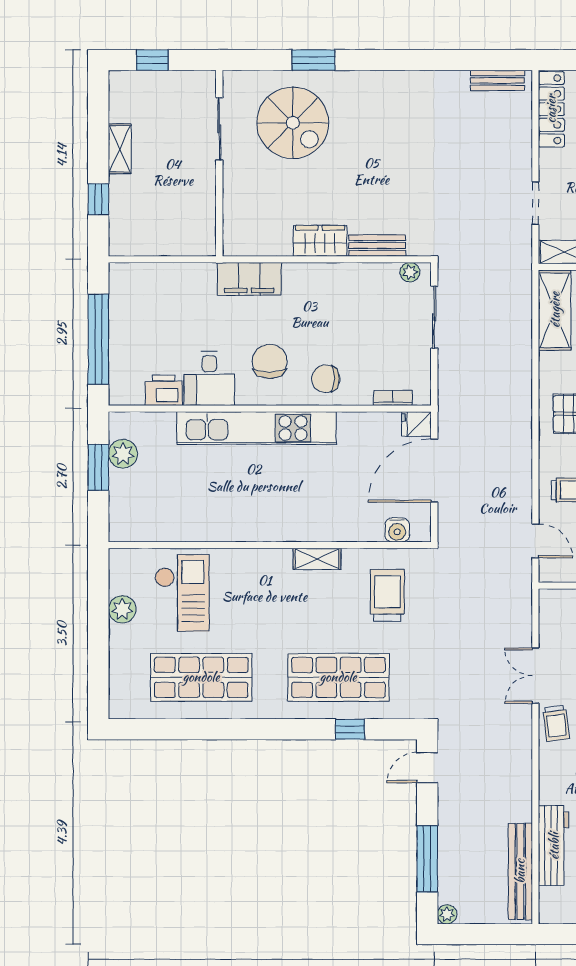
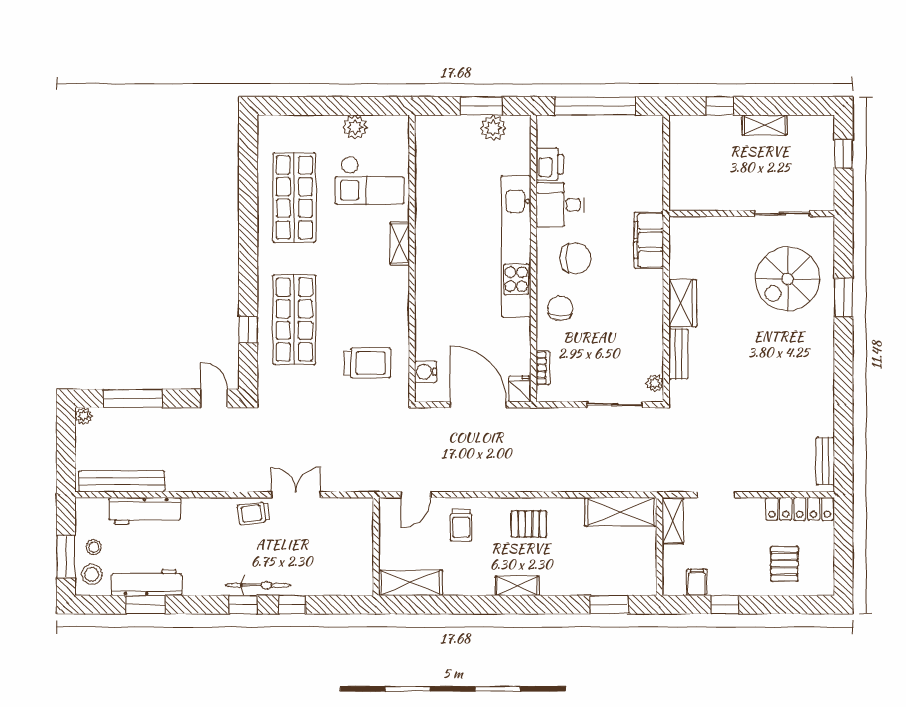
shelving: (317, 559) -> (400, 243), moved

